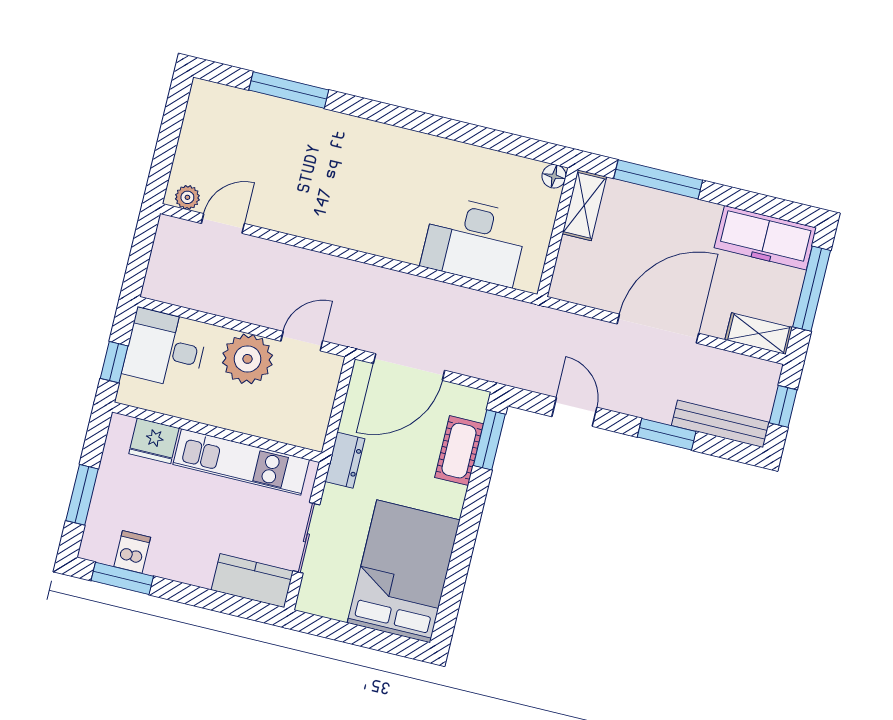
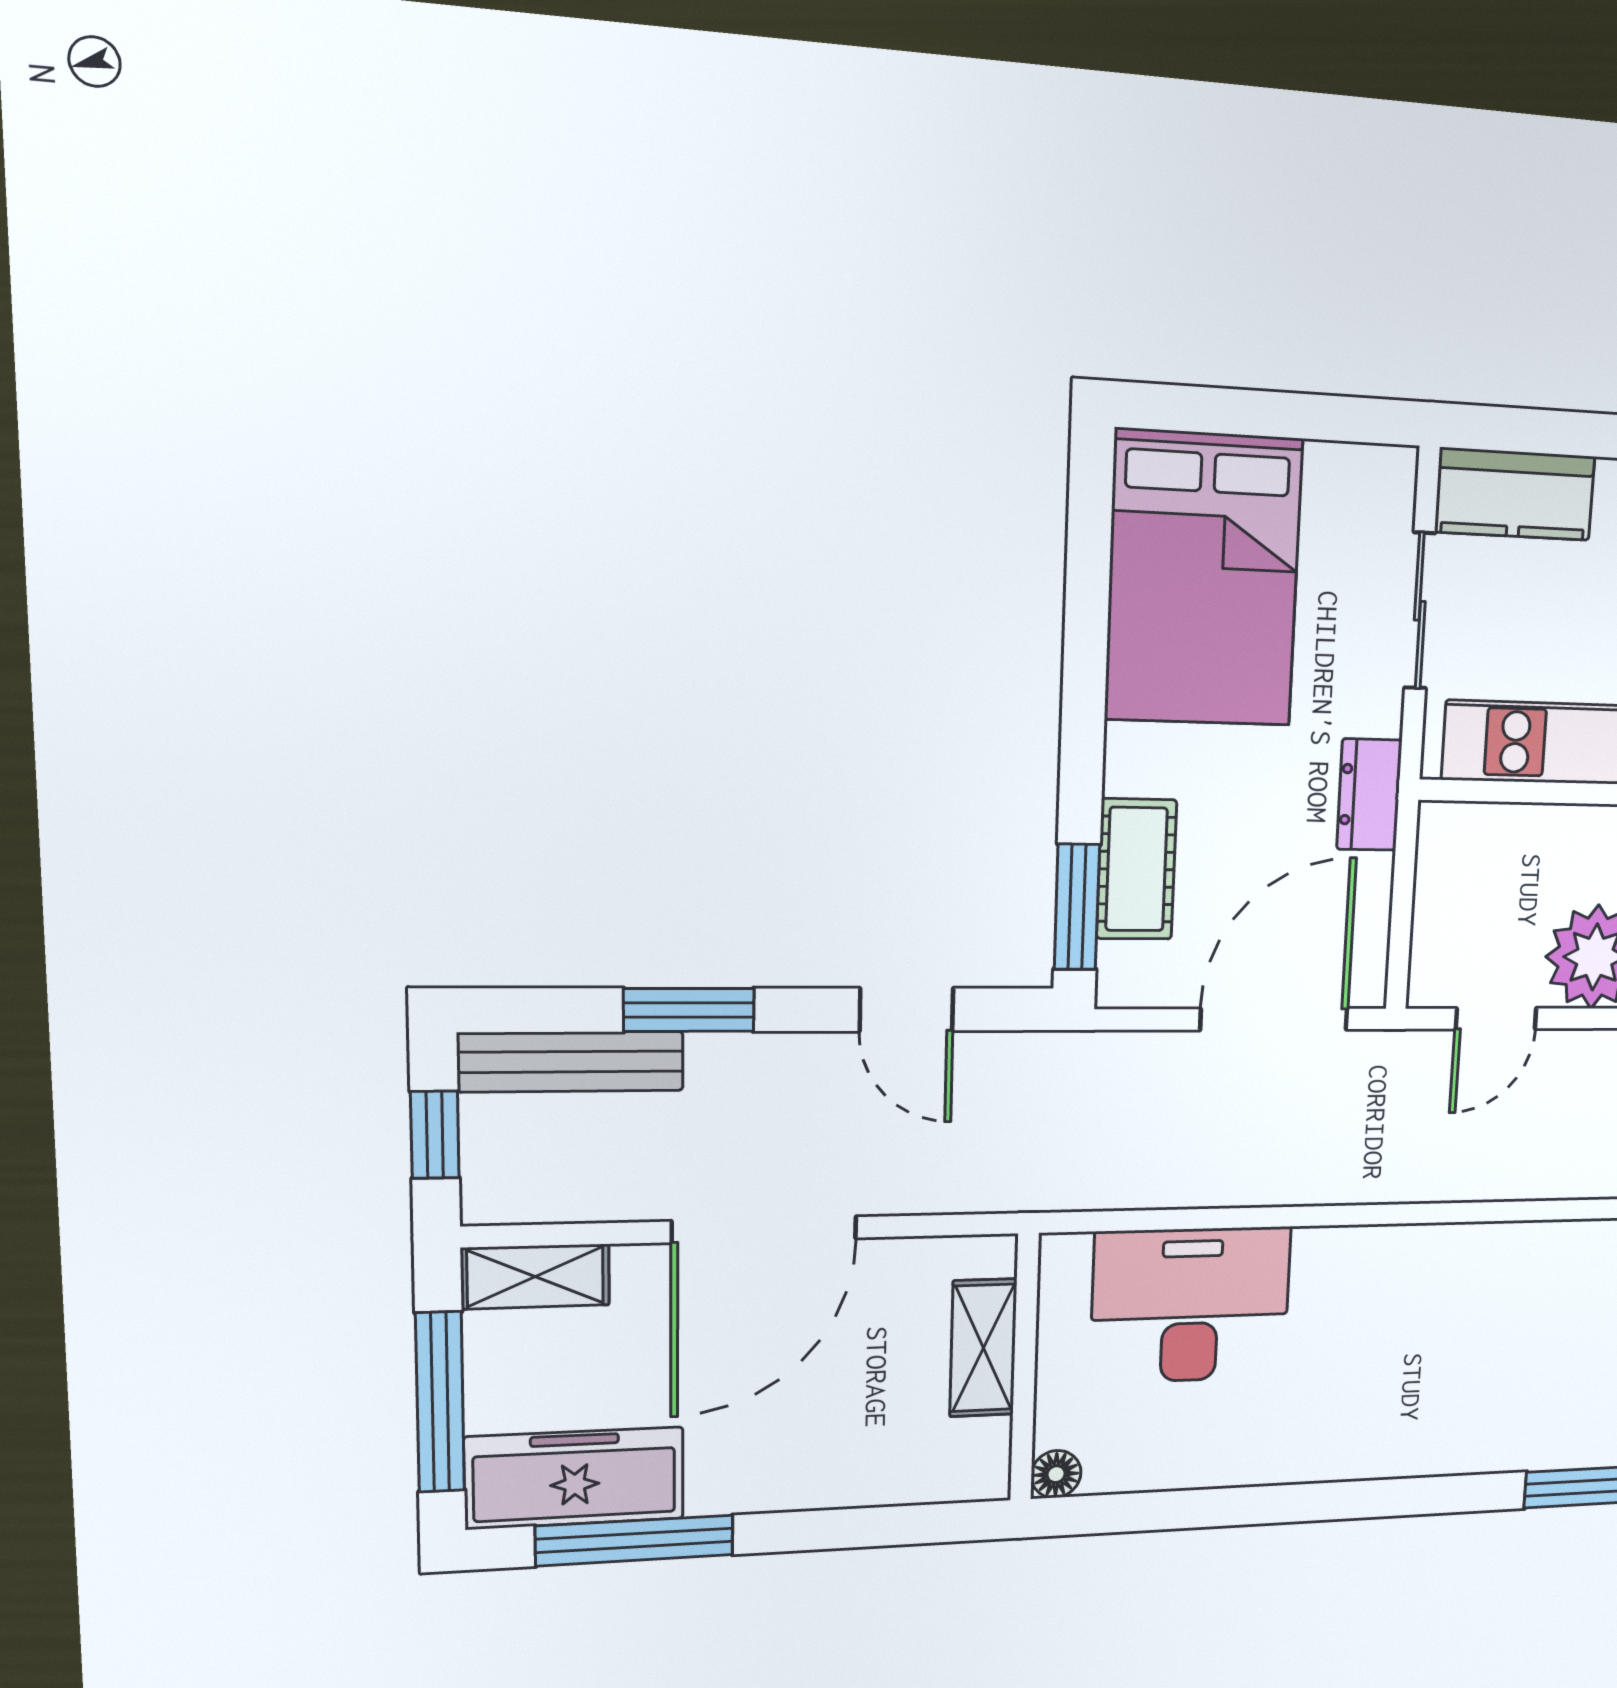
window: (658, 179) -> (635, 1540), moved
shelving: (584, 205) -> (983, 1348), moved

